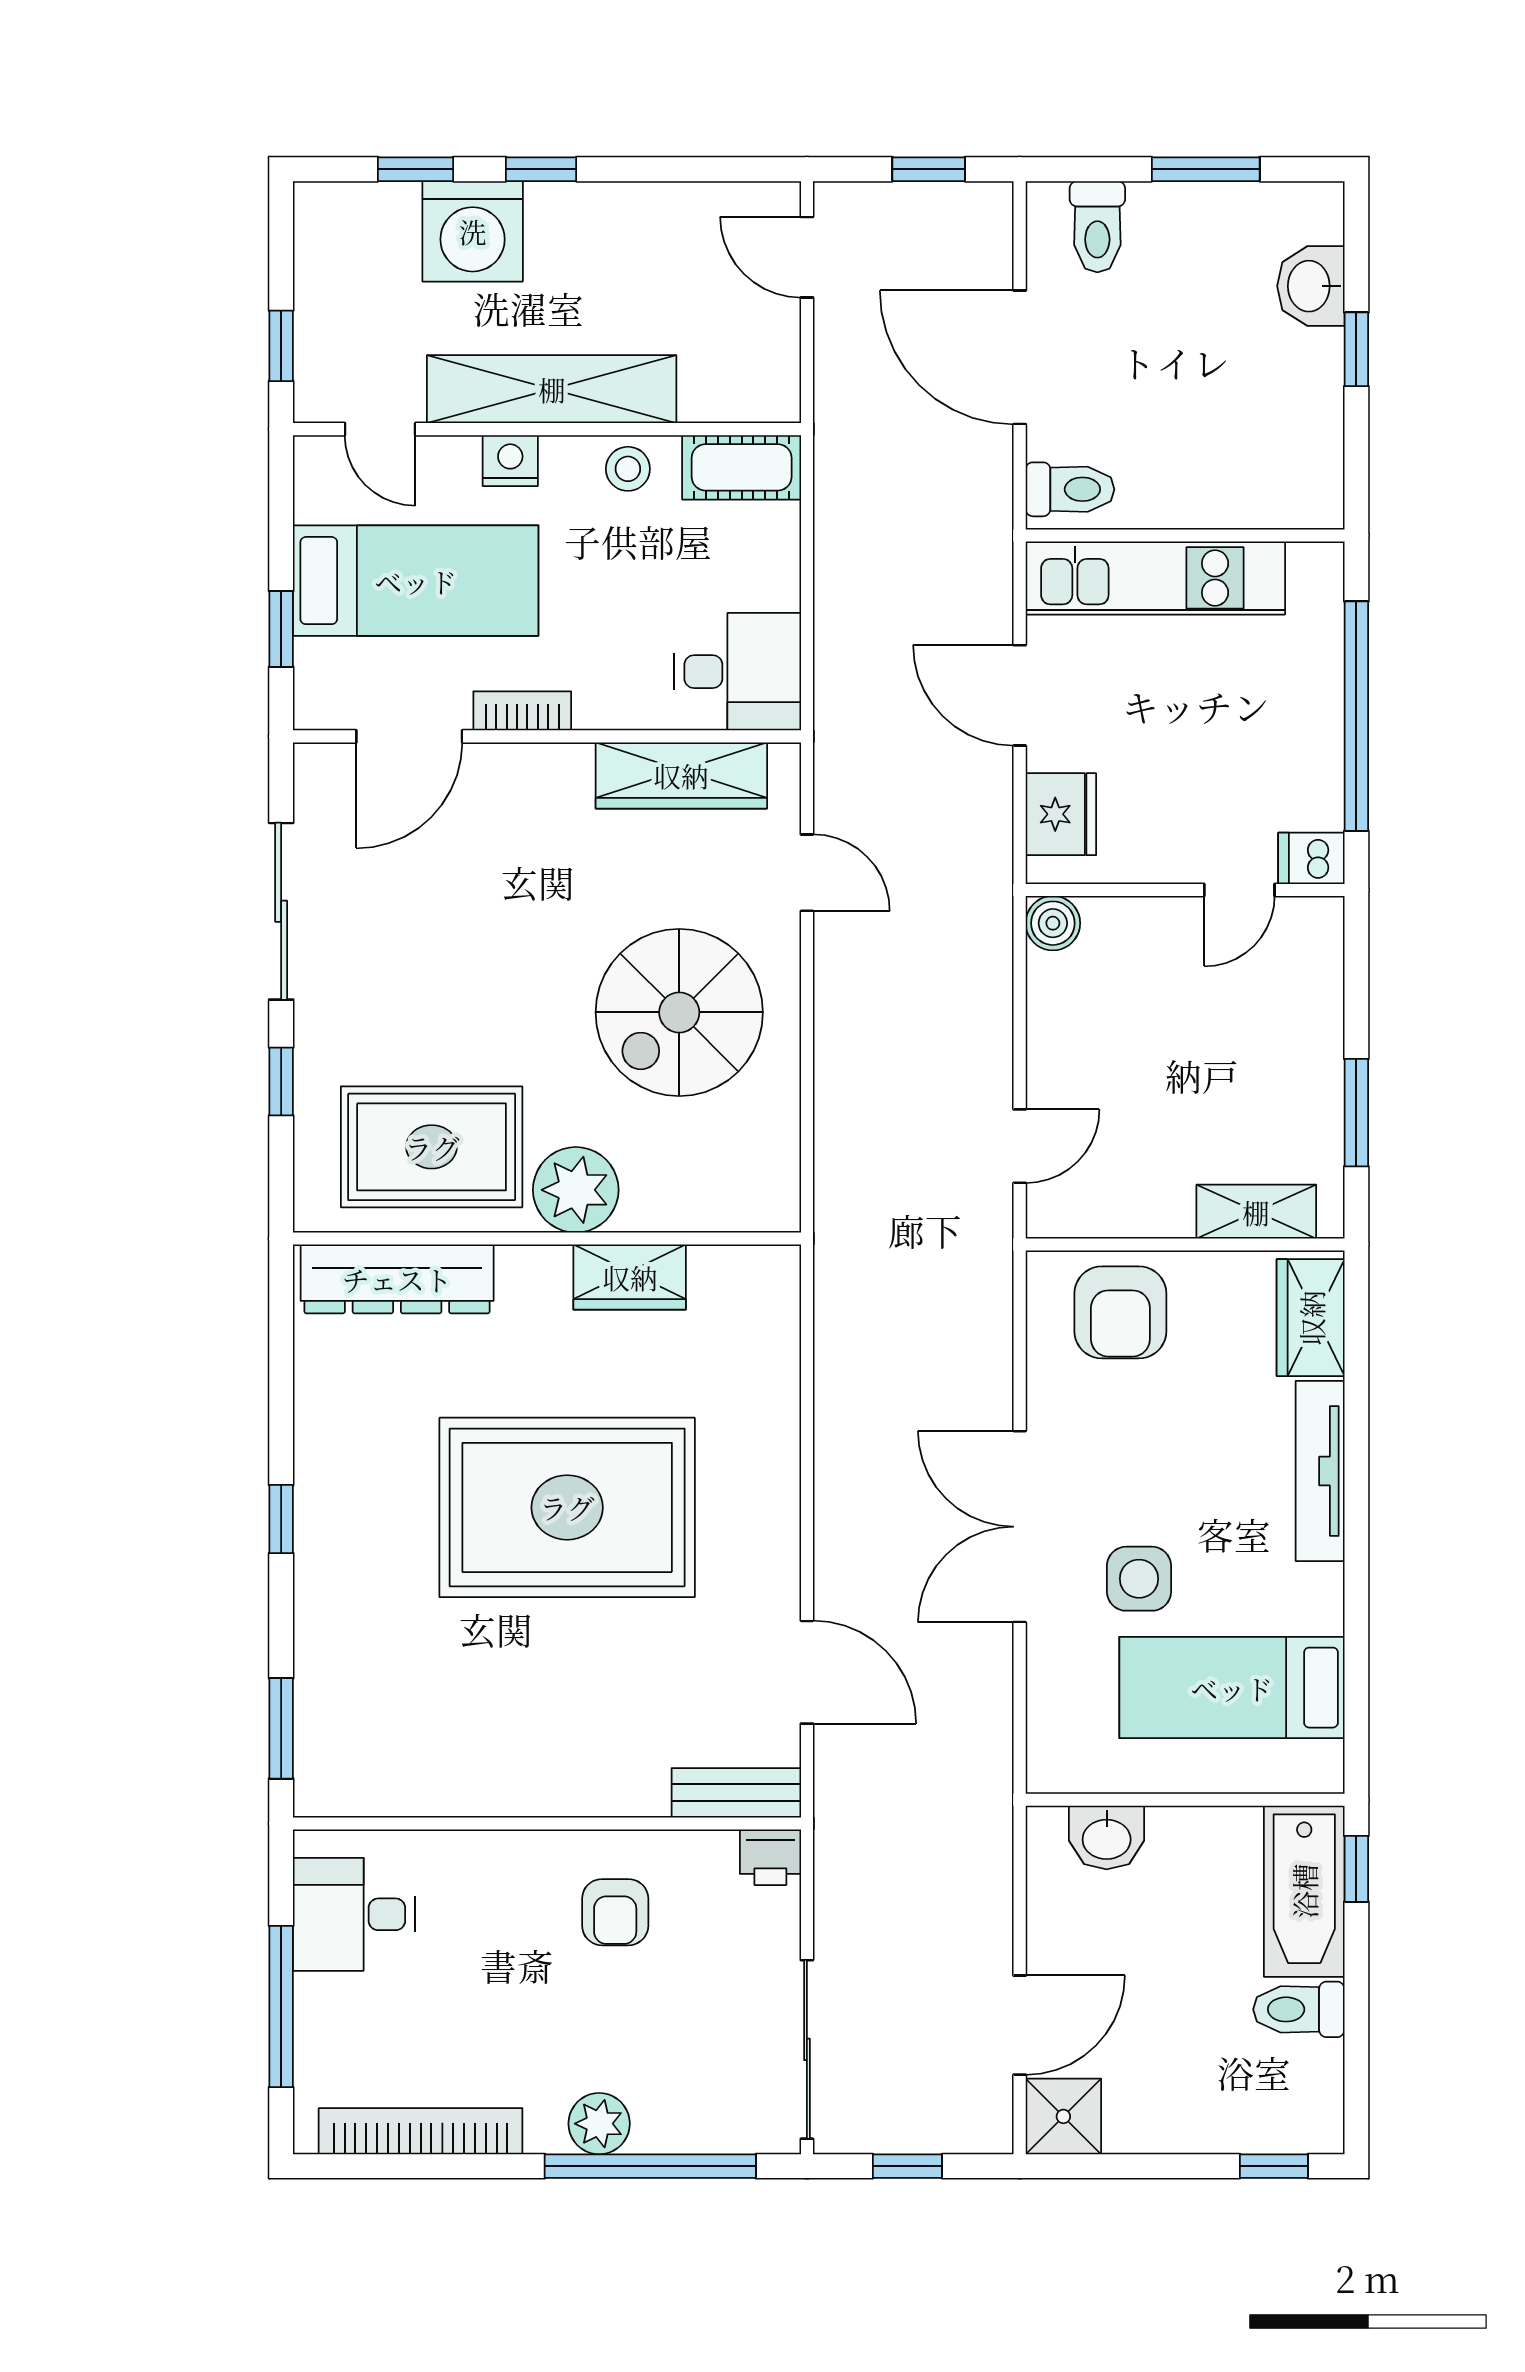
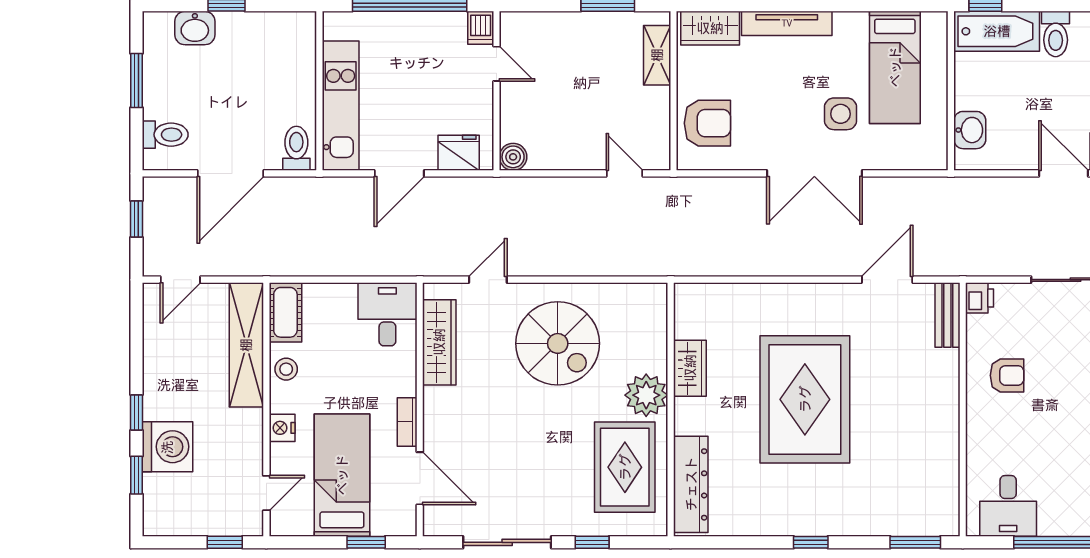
shelving: (552, 389) -> (246, 345), moved

